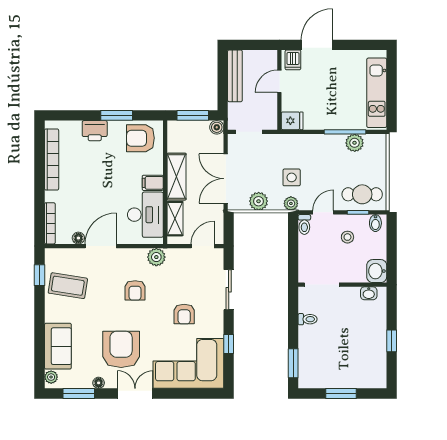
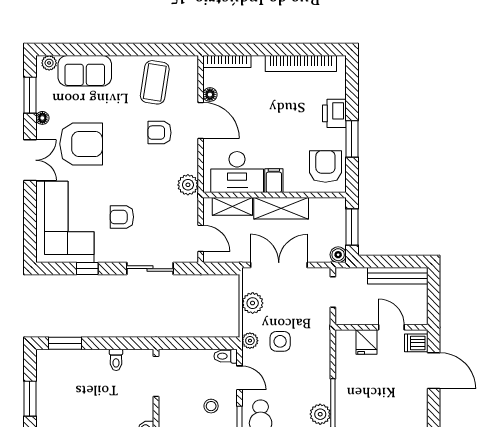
fridge: (292, 121) -> (367, 342), moved
window: (40, 275) -> (167, 50), removed
armchair: (135, 290) -> (159, 133), moved

